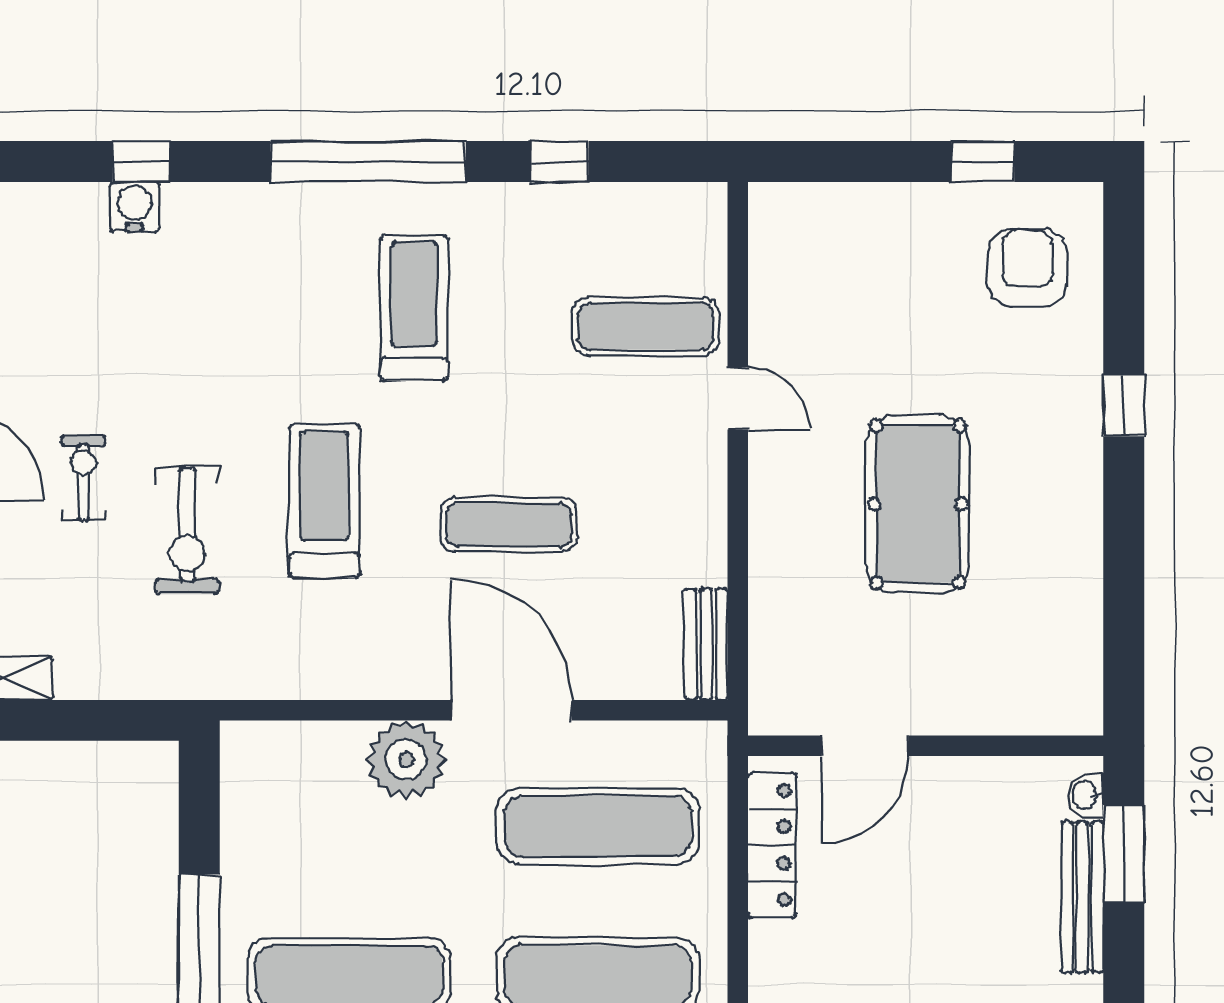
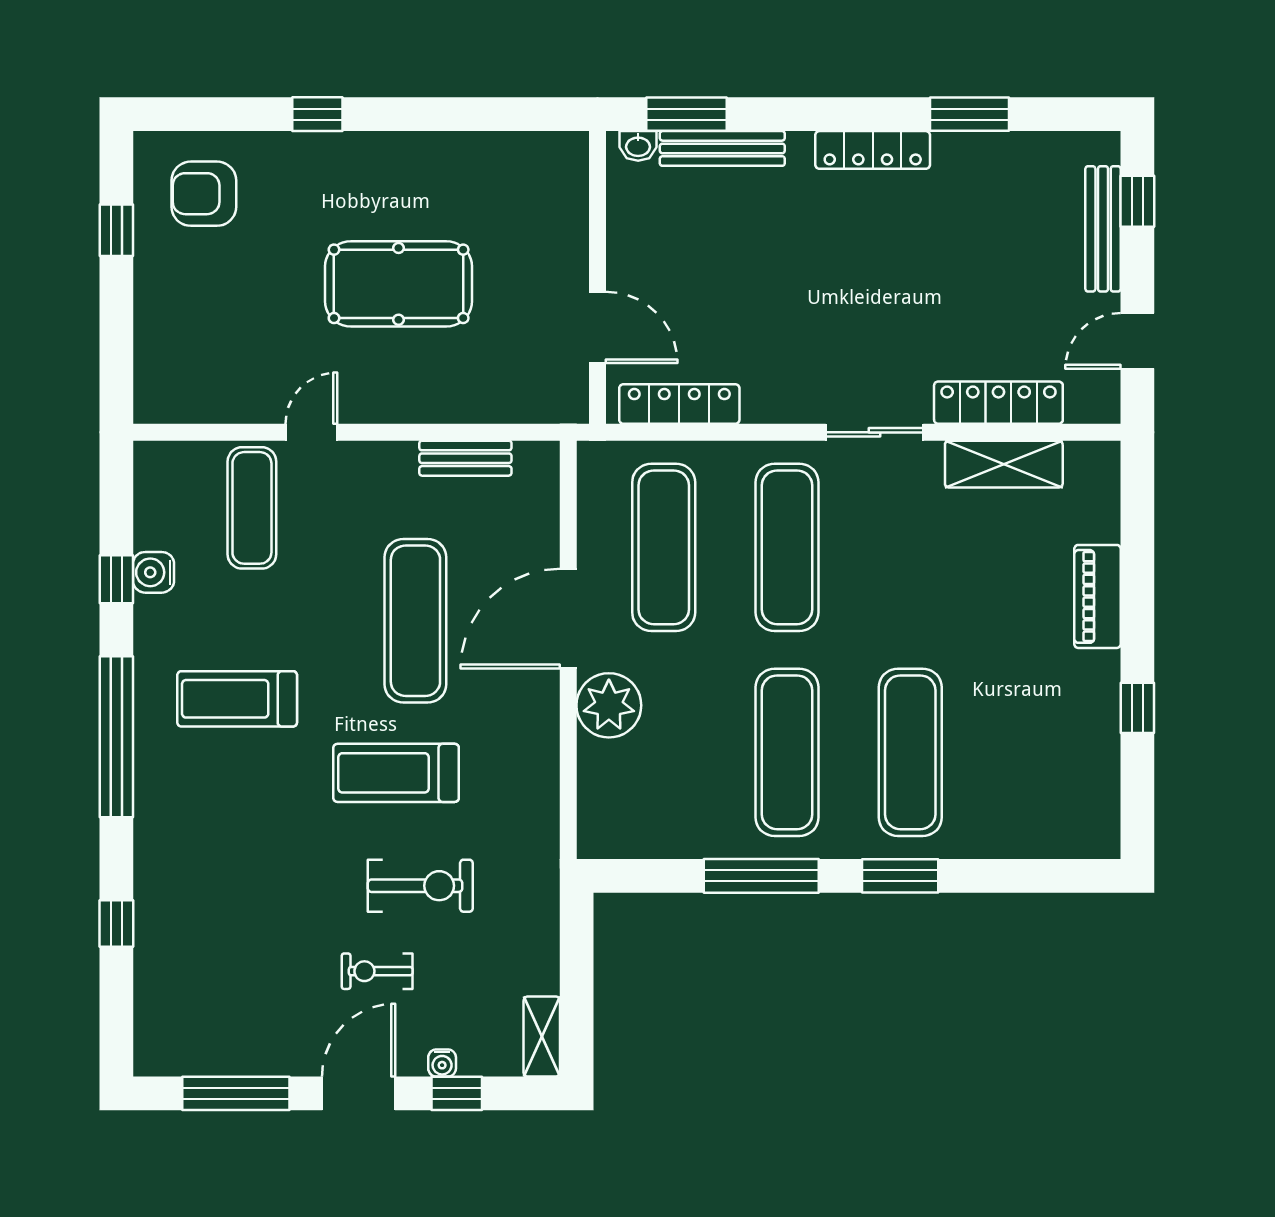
water cooler: (134, 207) -> (153, 572), moved
exercise mat: (509, 525) -> (415, 621), width x1.36, depth x1.45
bench: (706, 644) -> (465, 458), moved

